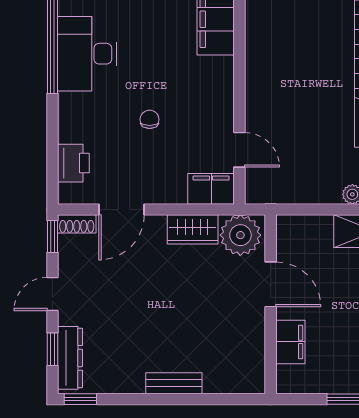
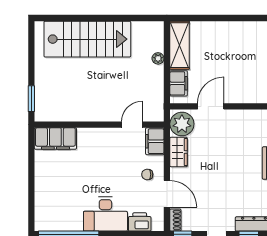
desk: (87, 54) -> (105, 214), moved
chair: (150, 119) -> (147, 174), moved
filing cabinet: (290, 342) -> (179, 83), moved, turned 90

